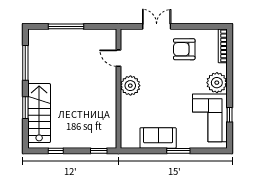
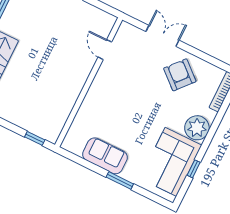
armchair: (184, 49) -> (180, 75), turned 41
plant: (130, 86) -> (103, 85), removed

